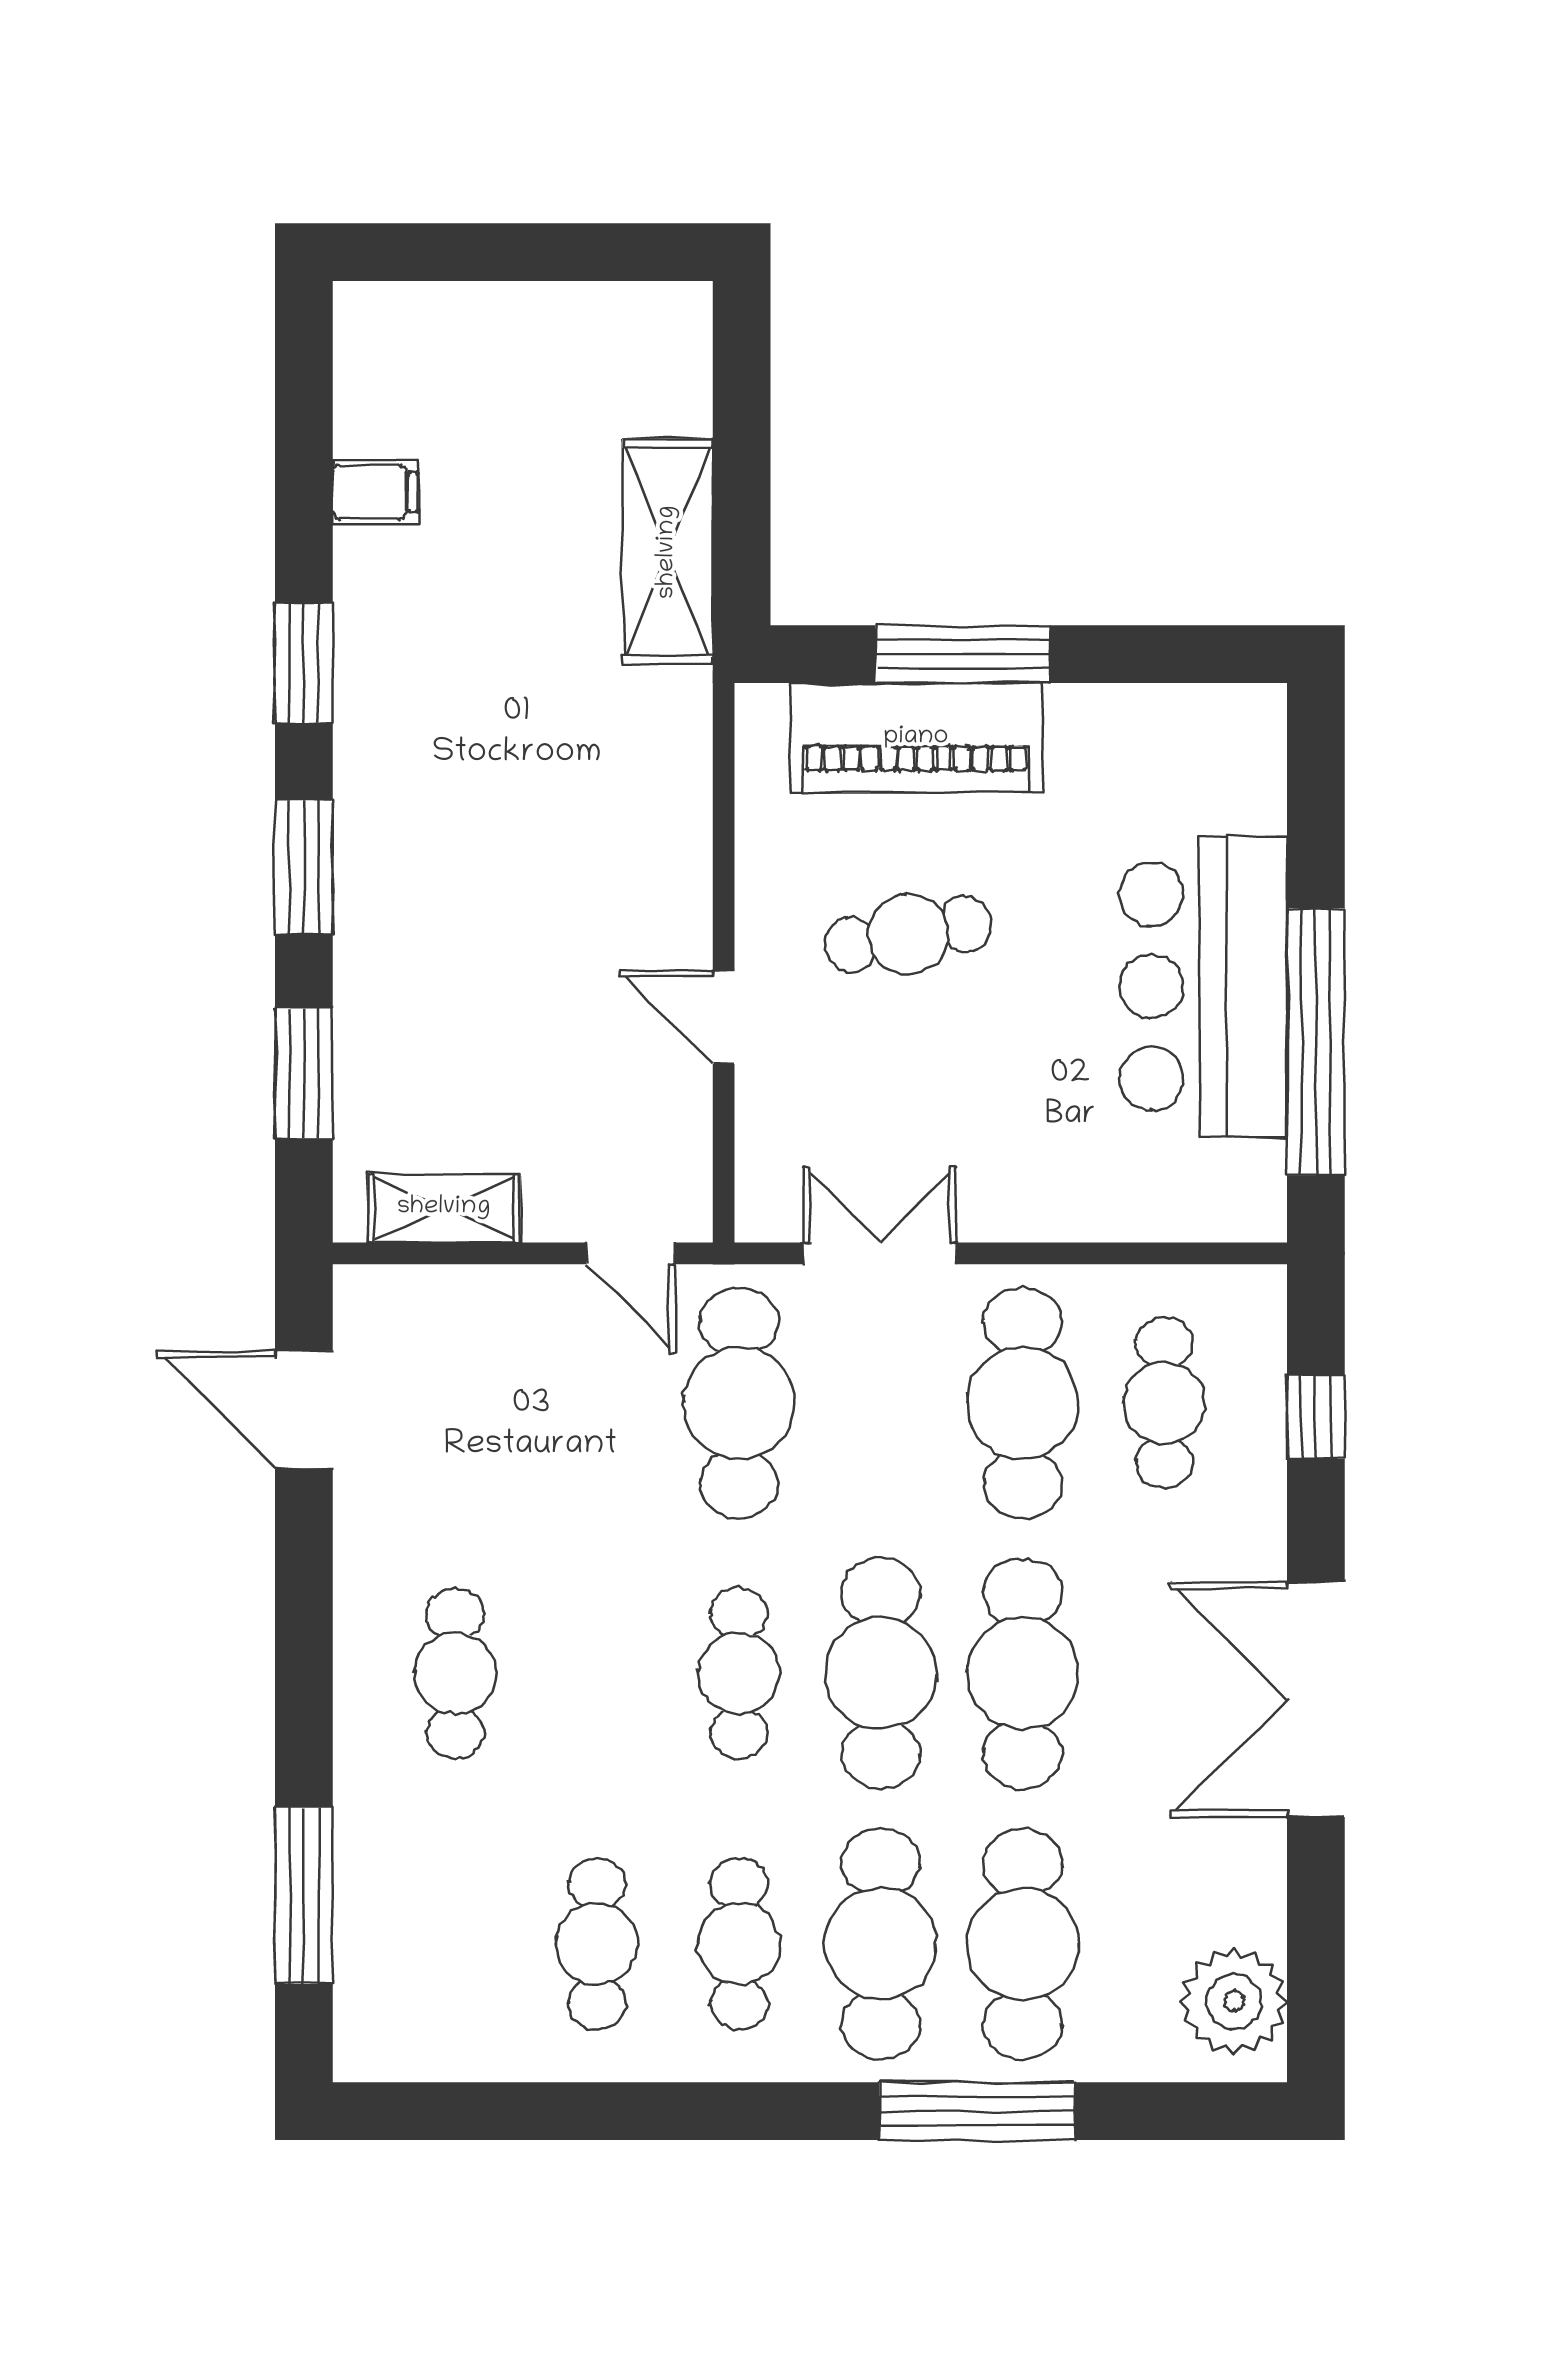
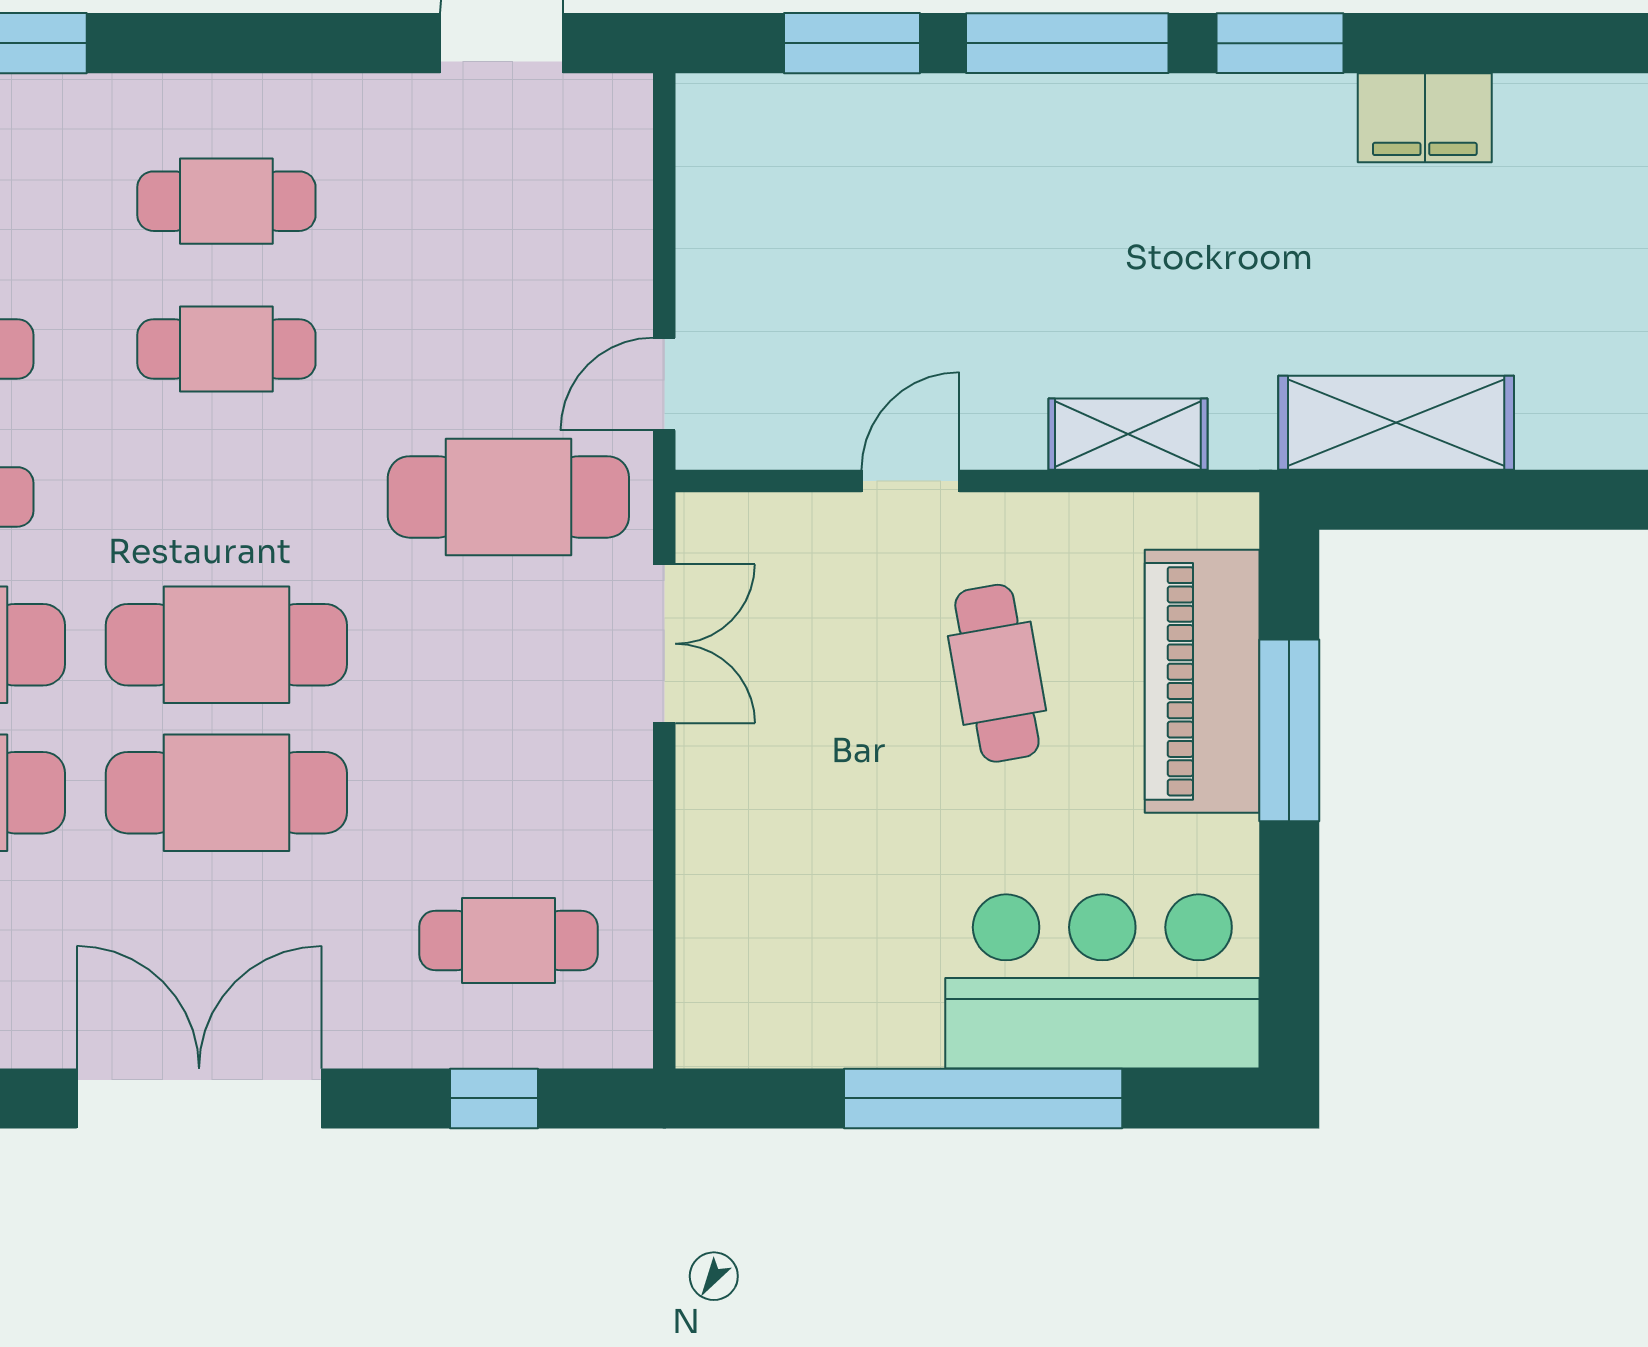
filing cabinet: (375, 492) -> (1425, 118), width x2.00
window: (304, 867) -> (1067, 43), width x1.44
bar counter: (1203, 987) -> (1102, 981), moved
window: (1316, 1042) -> (983, 1098), moved
shelving: (444, 1208) -> (1128, 434), moved, turned 90
cafe table: (1023, 1403) -> (508, 793), removed
cafe table: (739, 1673) -> (226, 349), moved

